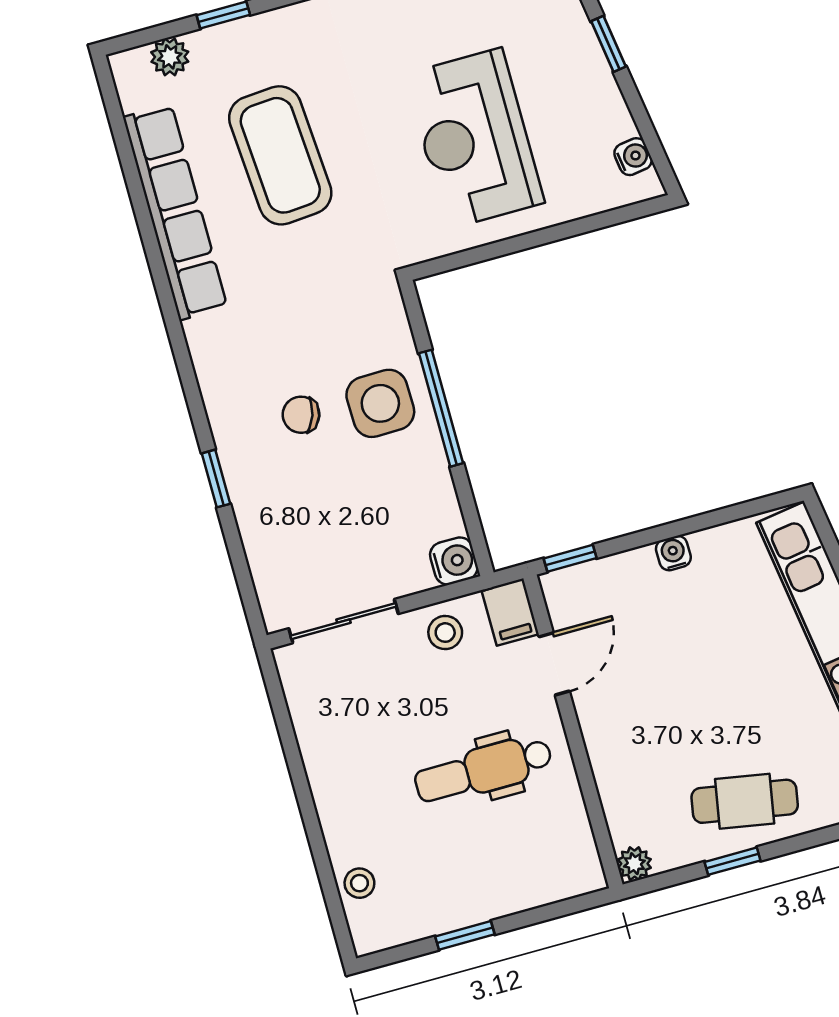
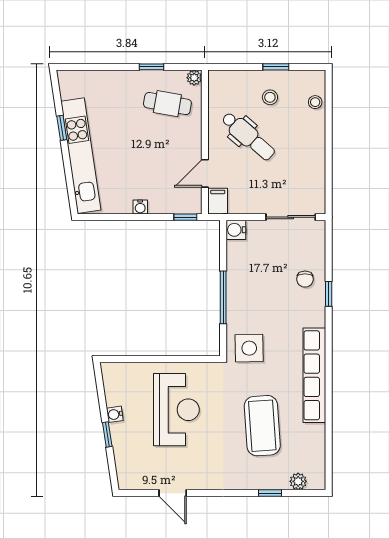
water cooler: (633, 157) -> (115, 414), moved
row of seats: (175, 212) -> (314, 375), moved
side table: (380, 403) -> (249, 348), moved
chair: (301, 415) -> (305, 279), moved, turned 71
stool: (445, 633) -> (270, 97), moved
dental chair: (483, 770) -> (248, 136), turned 41
cafe table: (745, 801) -> (167, 104), moved

